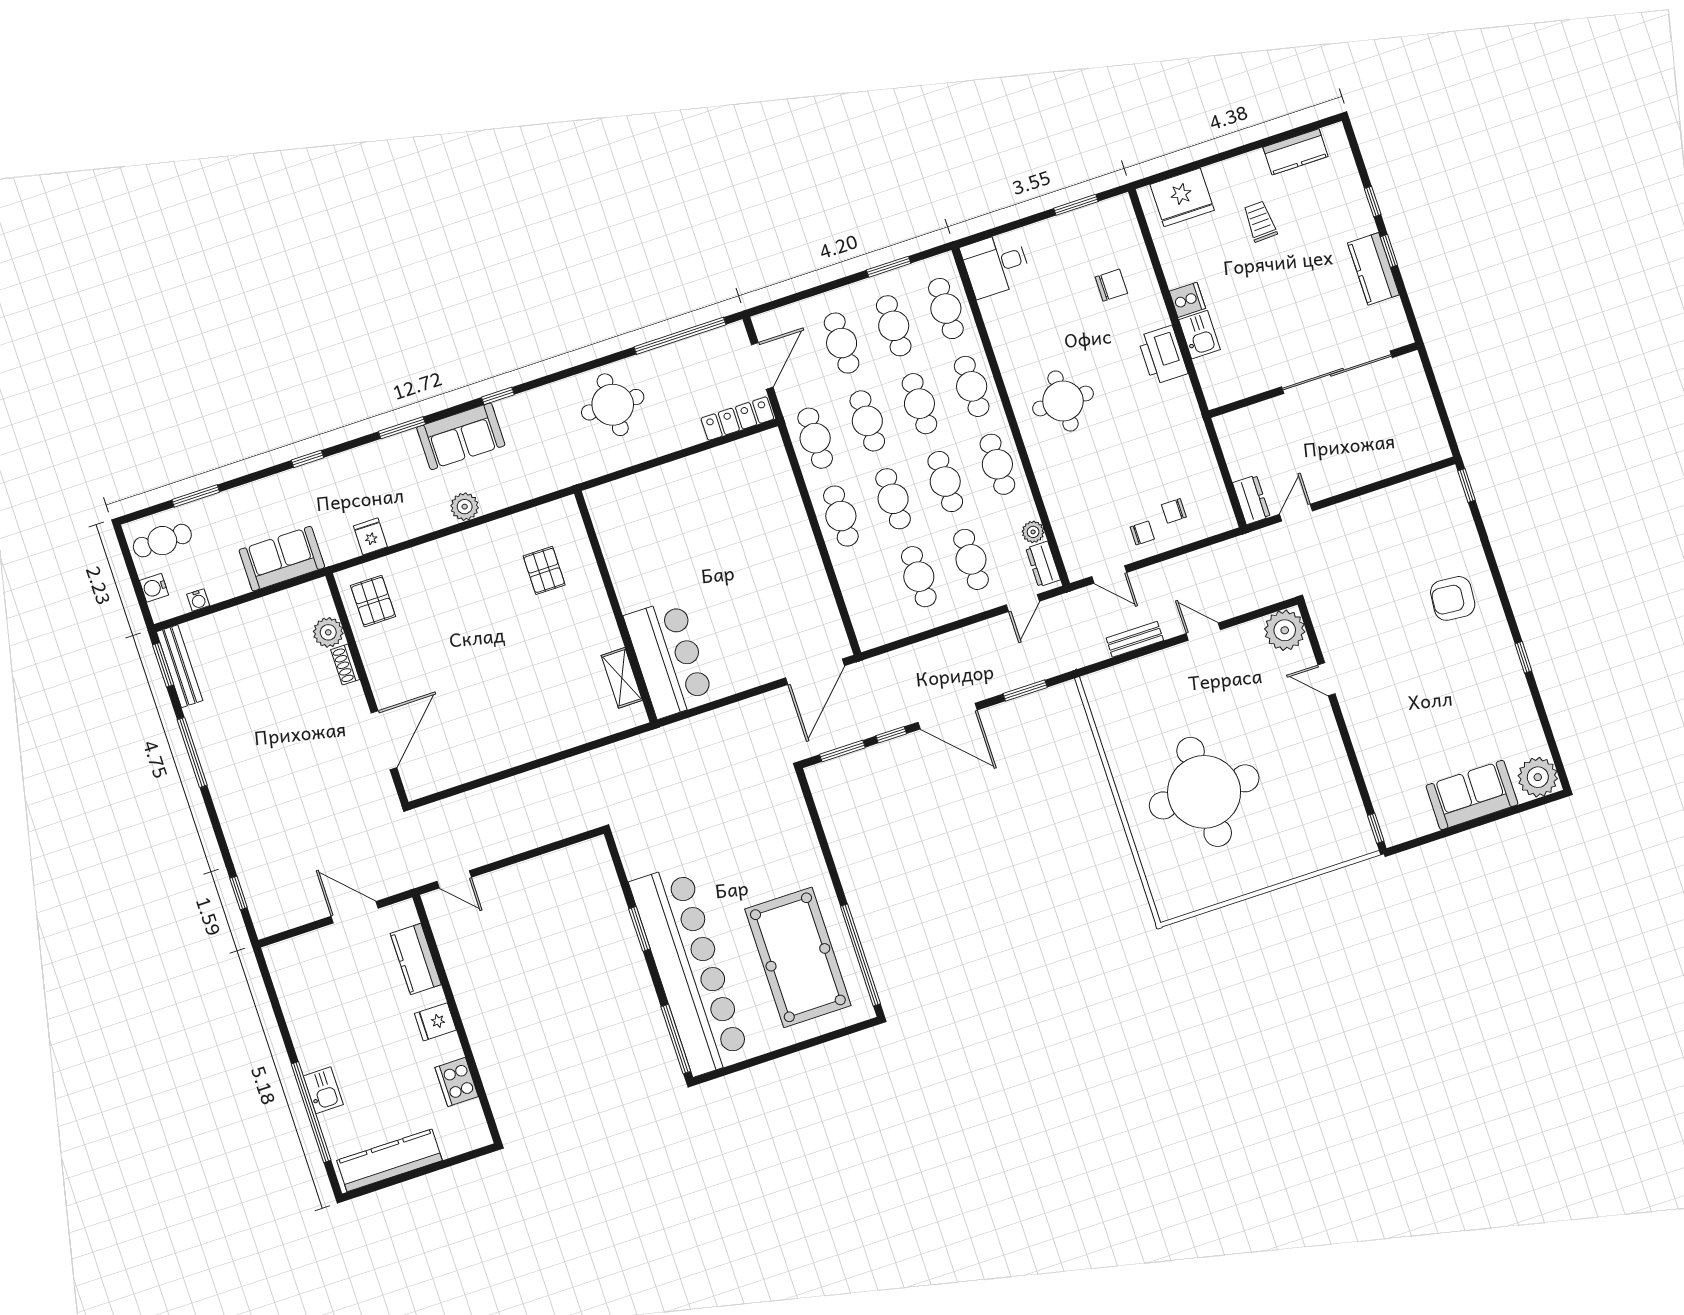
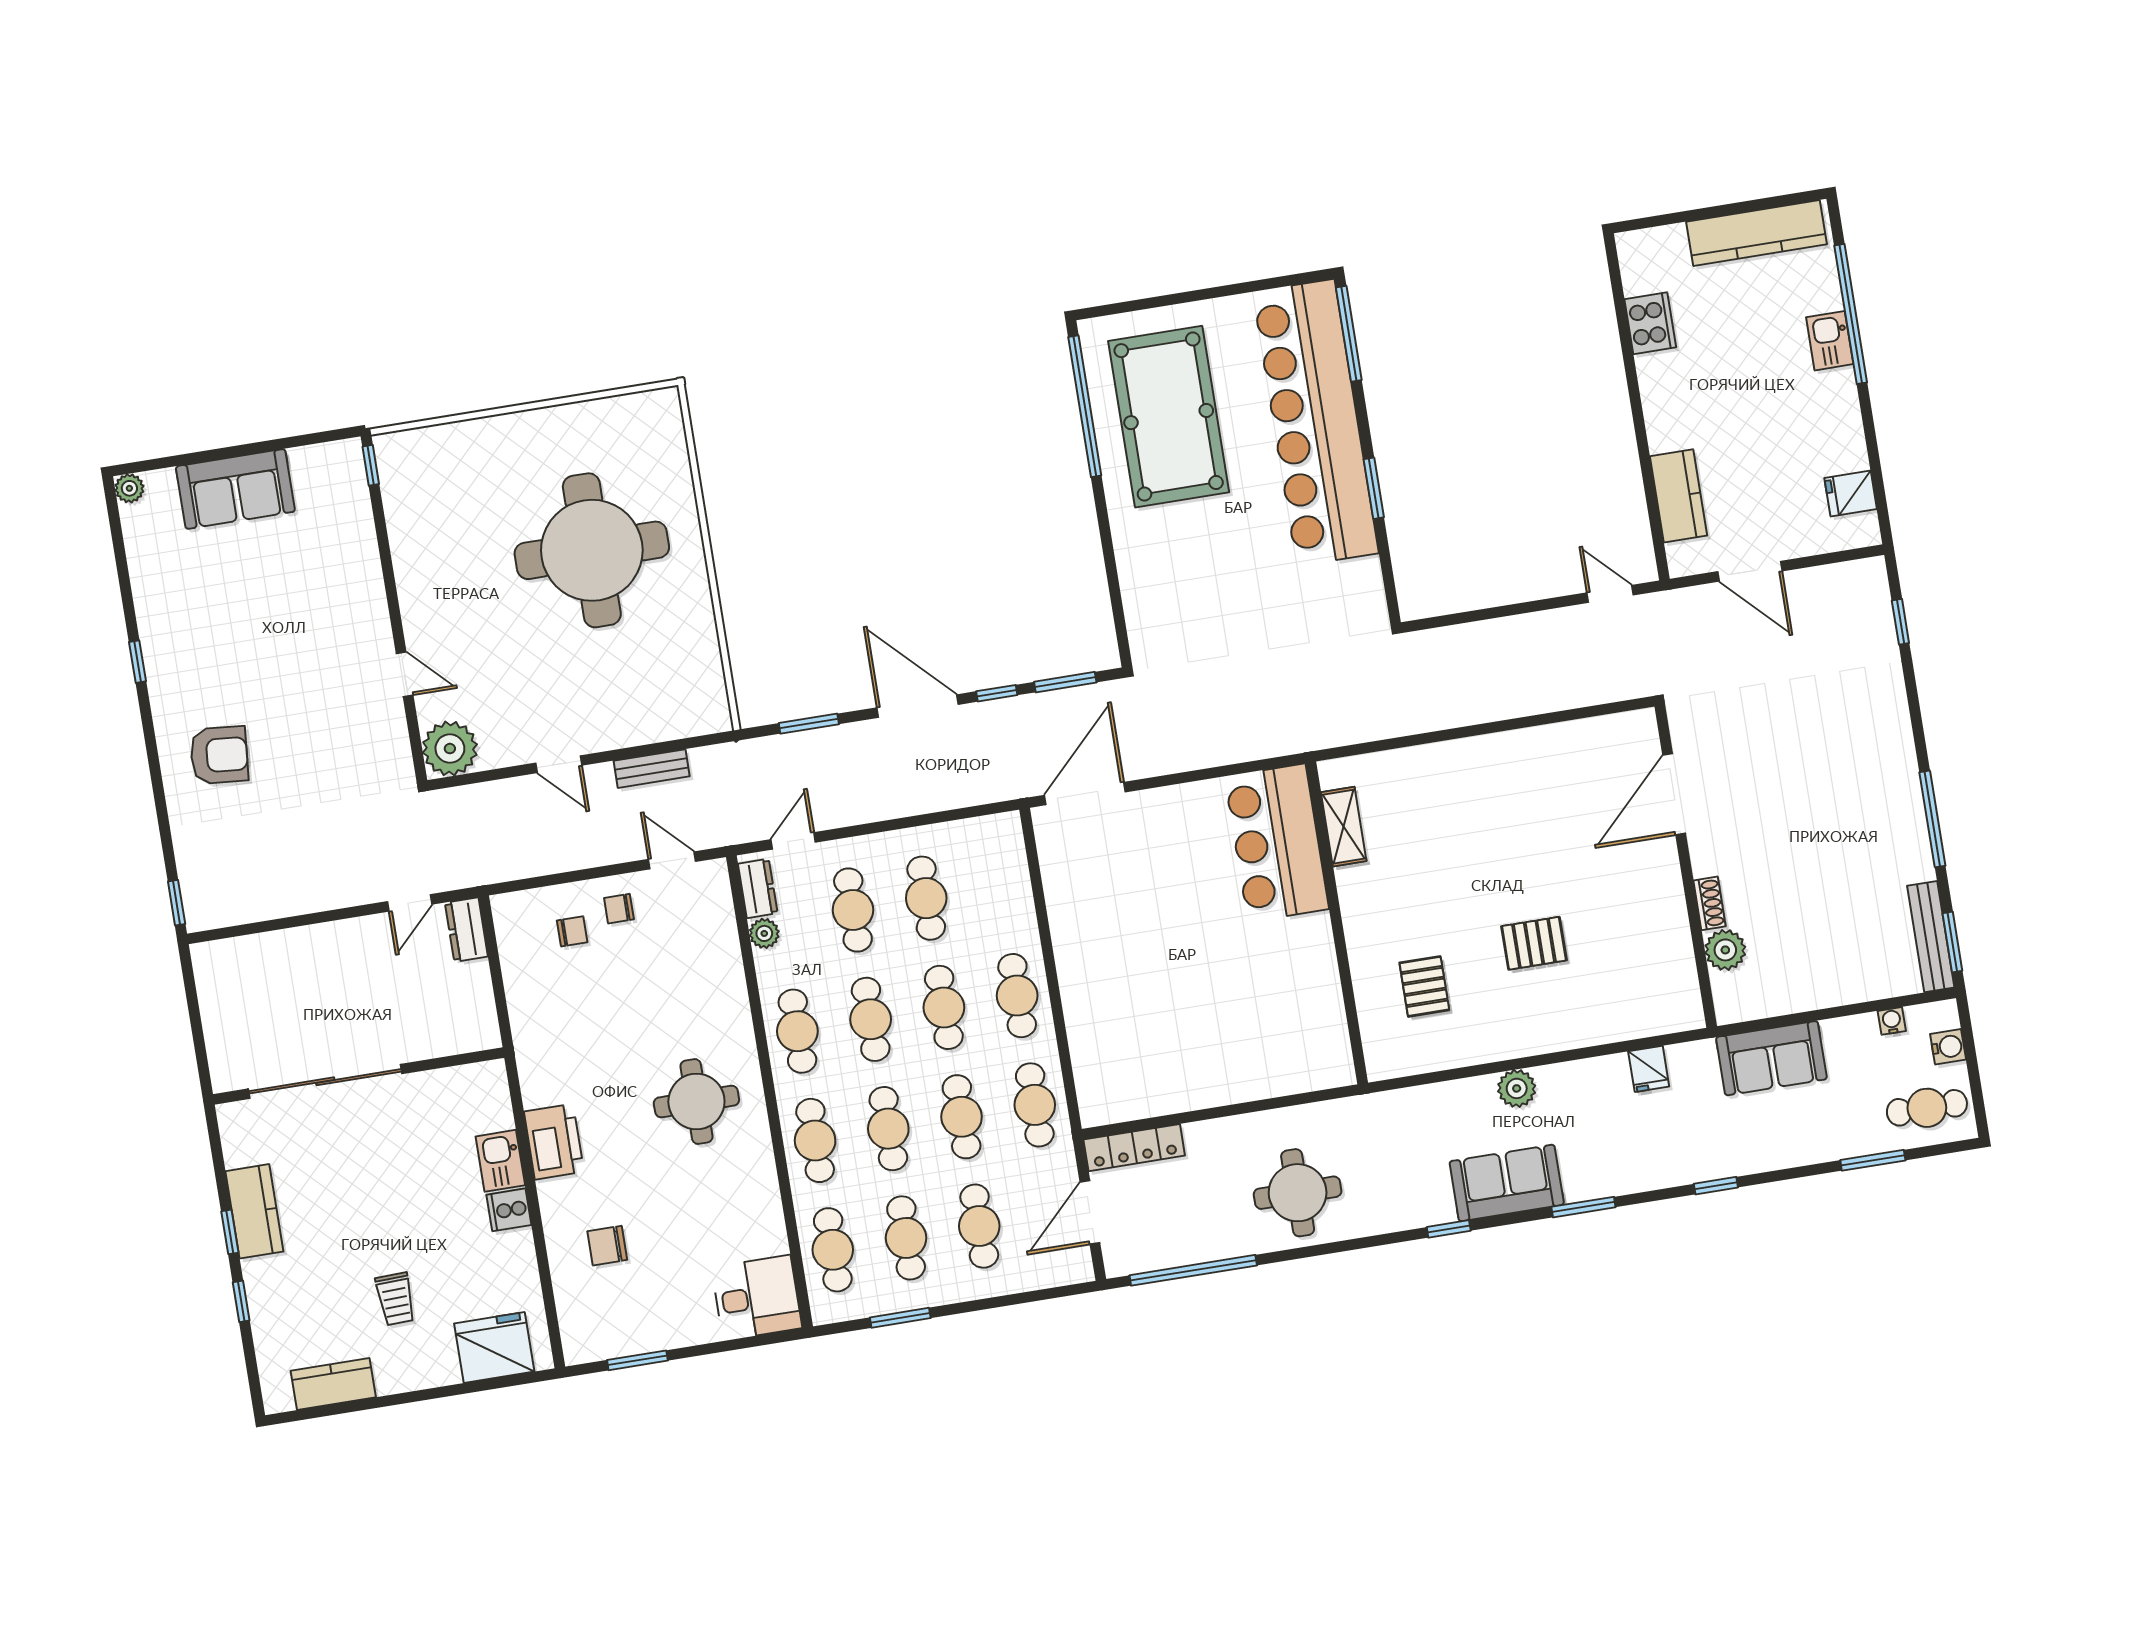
pallet: (373, 601) -> (1534, 943), moved, turned 90
plant: (1538, 777) -> (129, 488), width x0.53, depth x0.53
fridge: (435, 1022) -> (1851, 494), moved, turned 180

